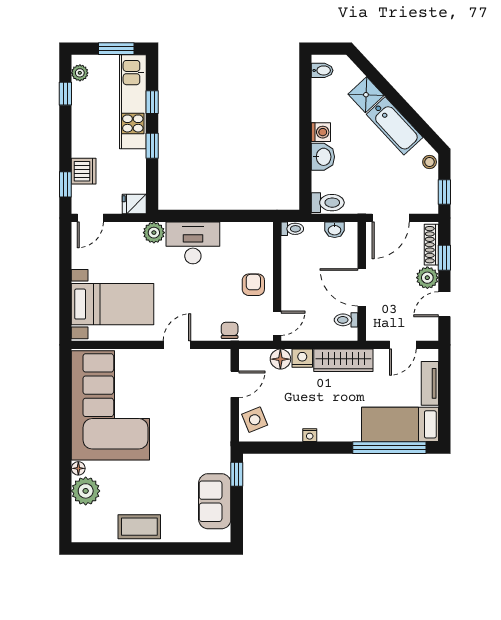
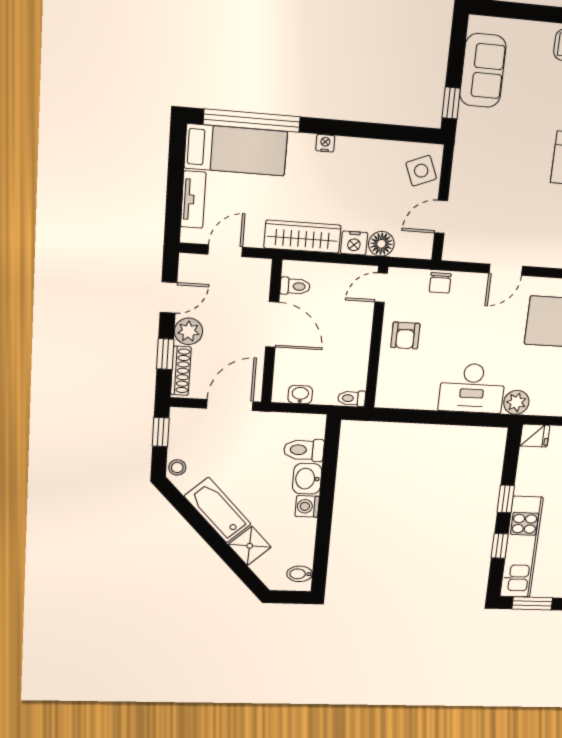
toilet: (328, 203) -> (304, 450), moved
nightstand: (310, 435) -> (325, 143), moved

